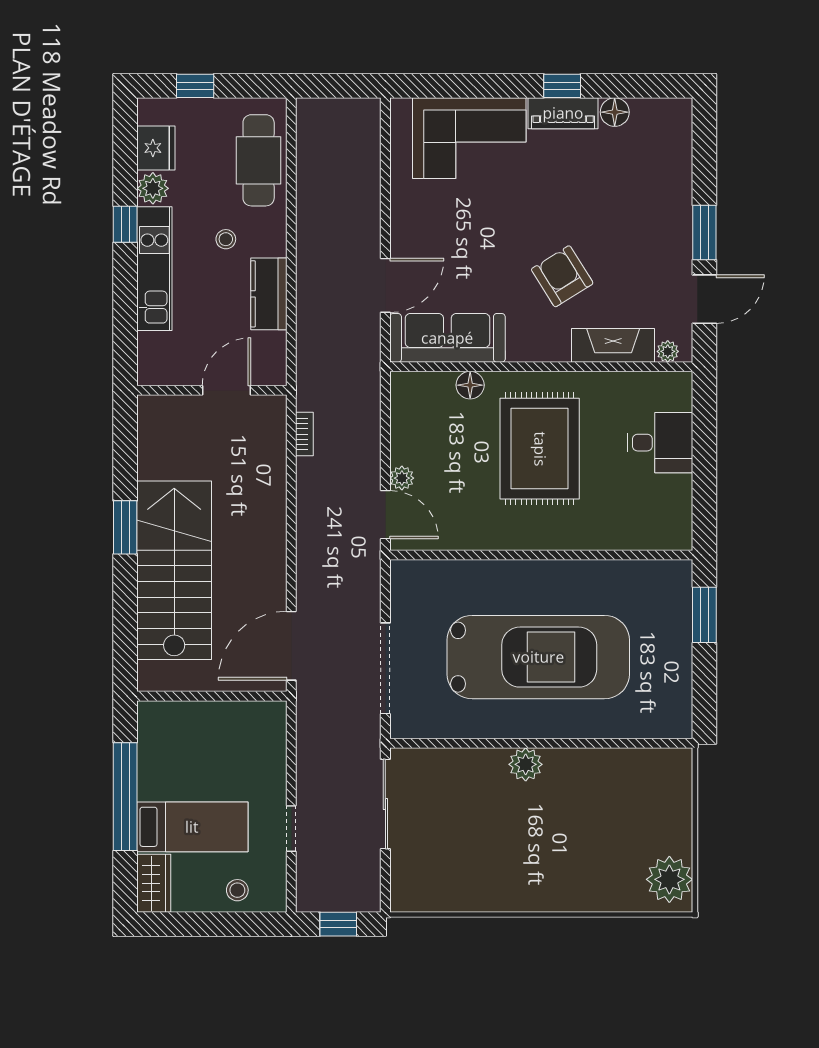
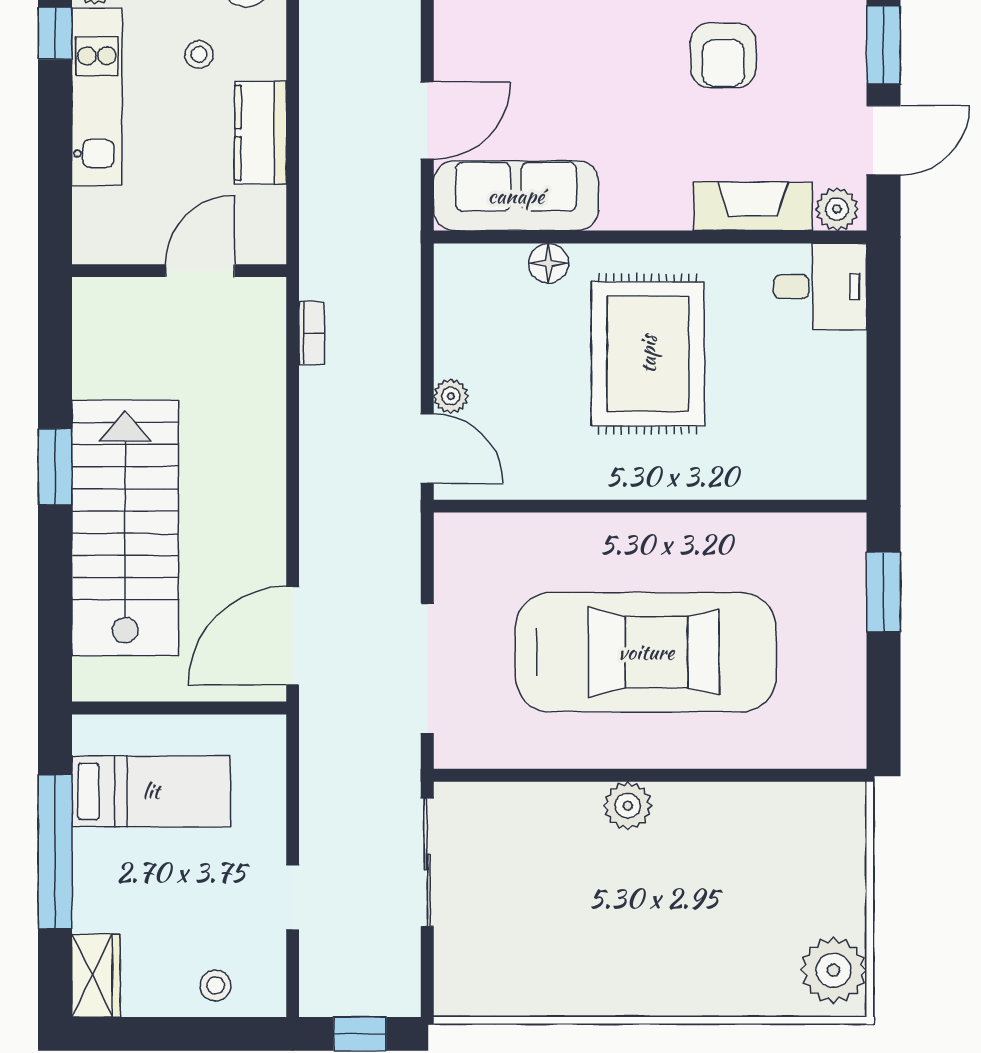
armchair: (562, 276) -> (723, 55), moved, turned -148
plant: (668, 351) -> (837, 209), width x1.38, depth x1.38
desk: (660, 443) -> (820, 287), moved
bed: (192, 827) -> (151, 791), moved

